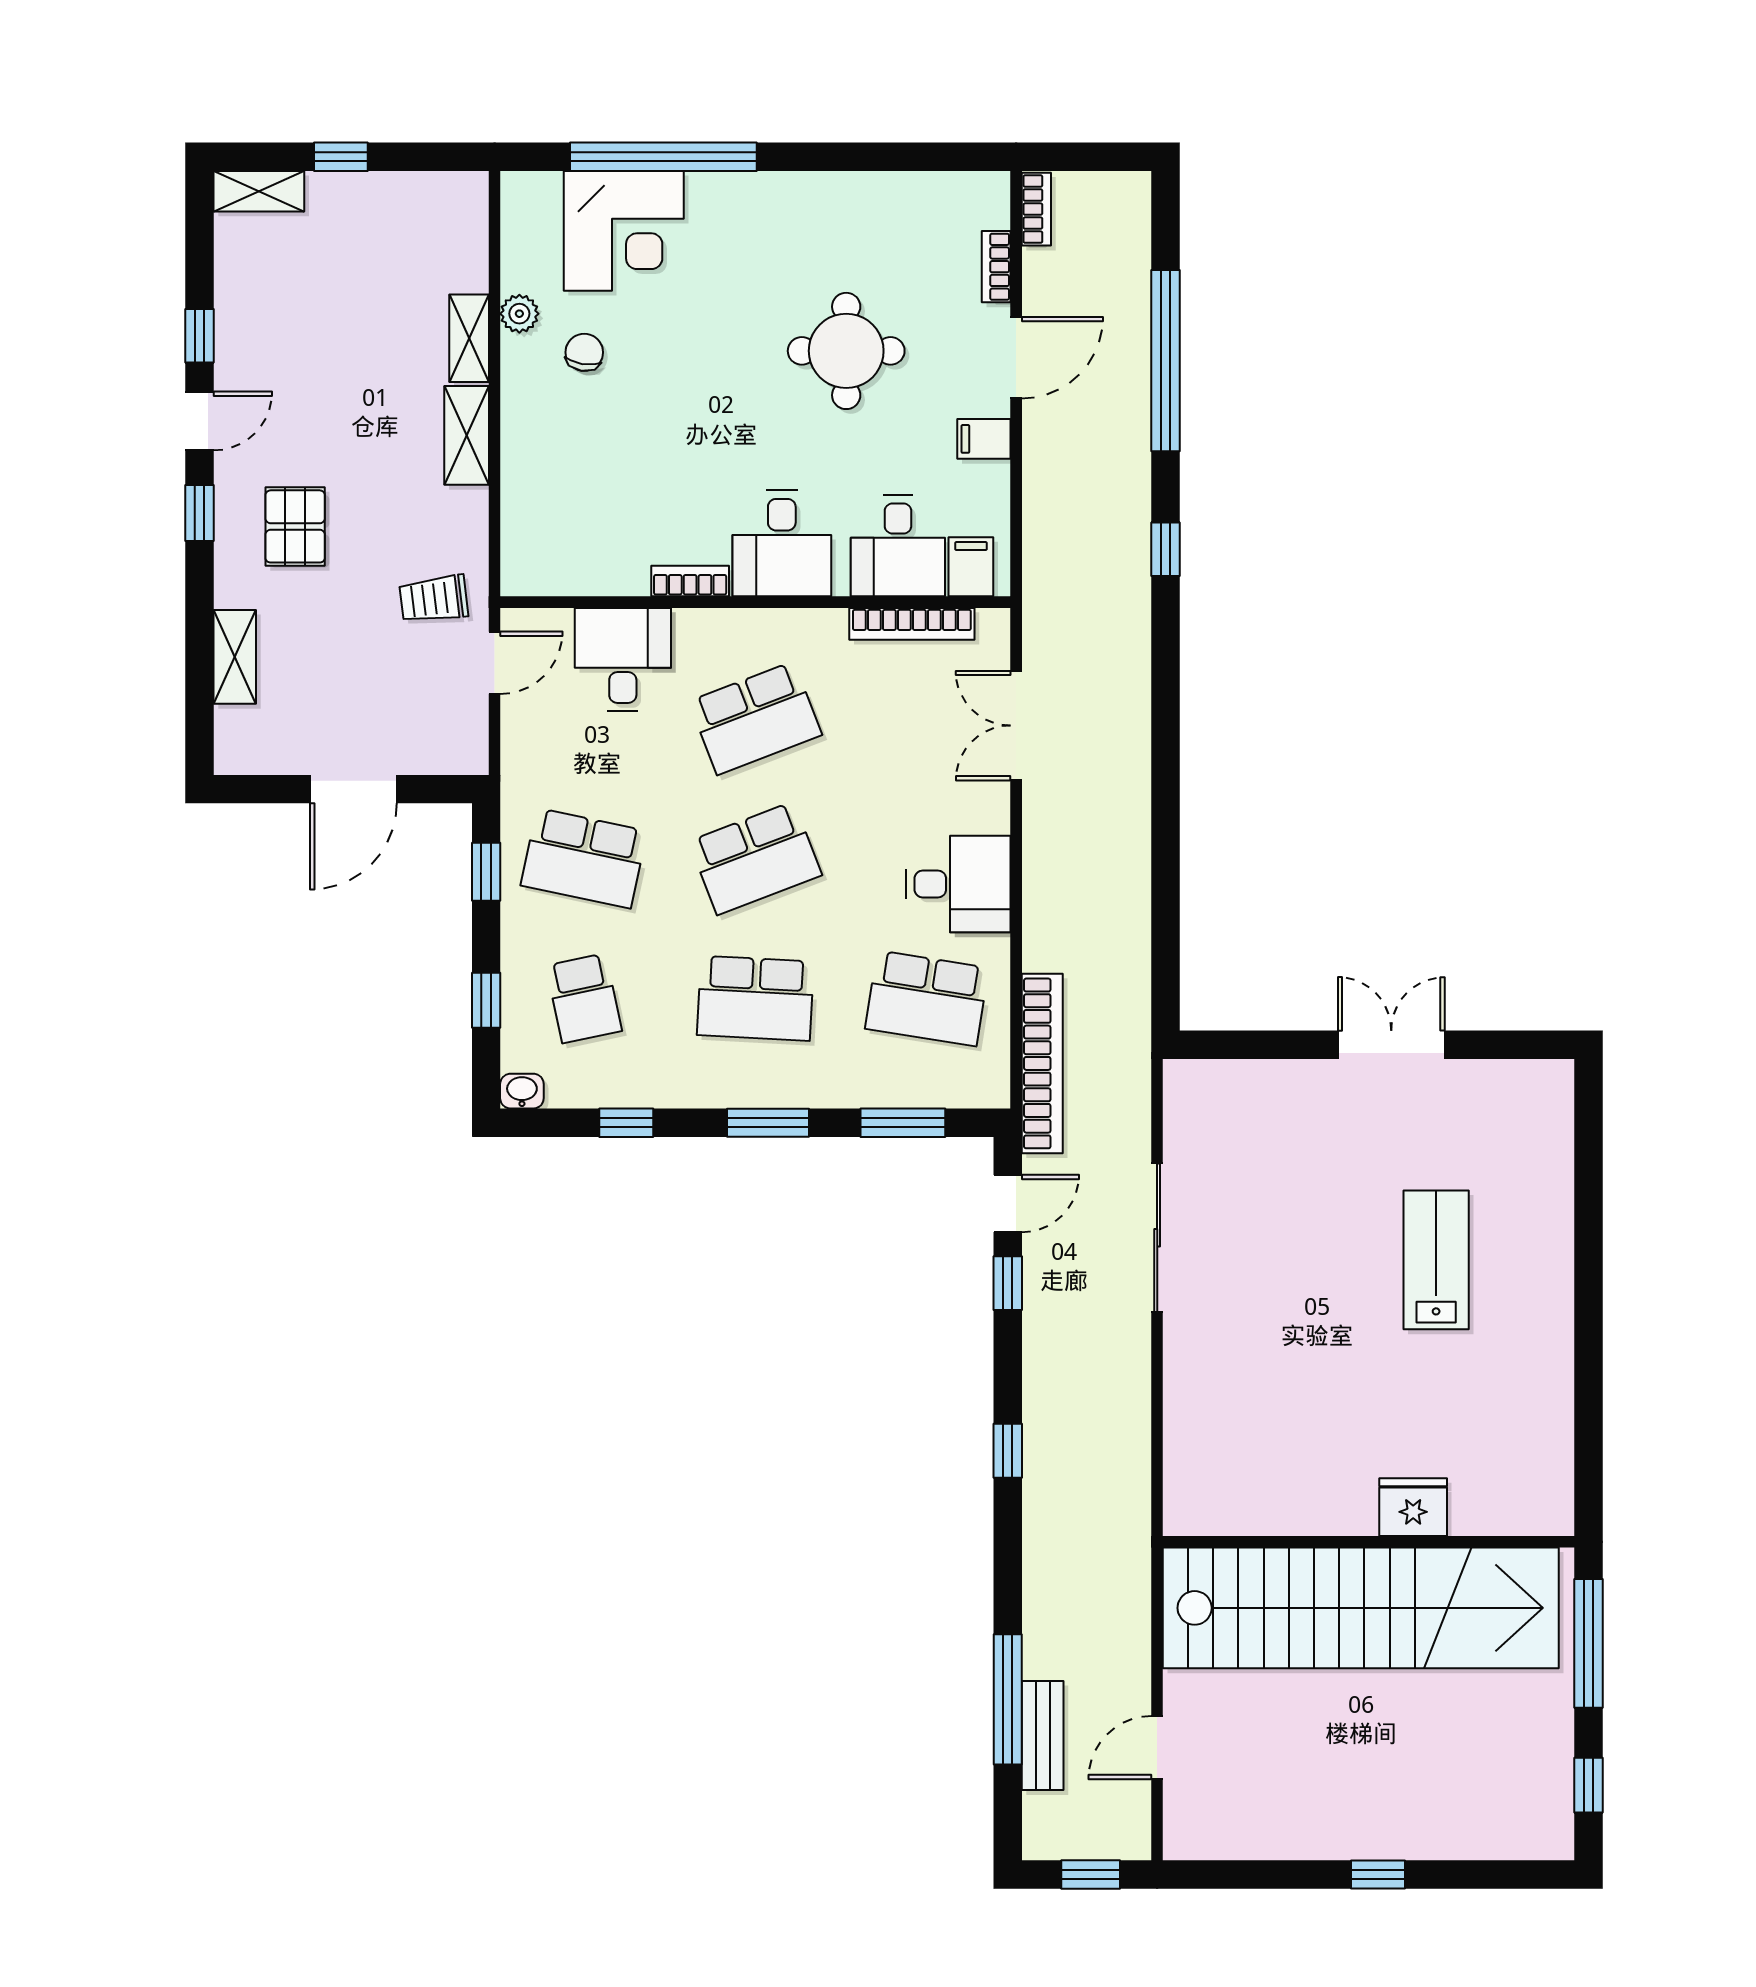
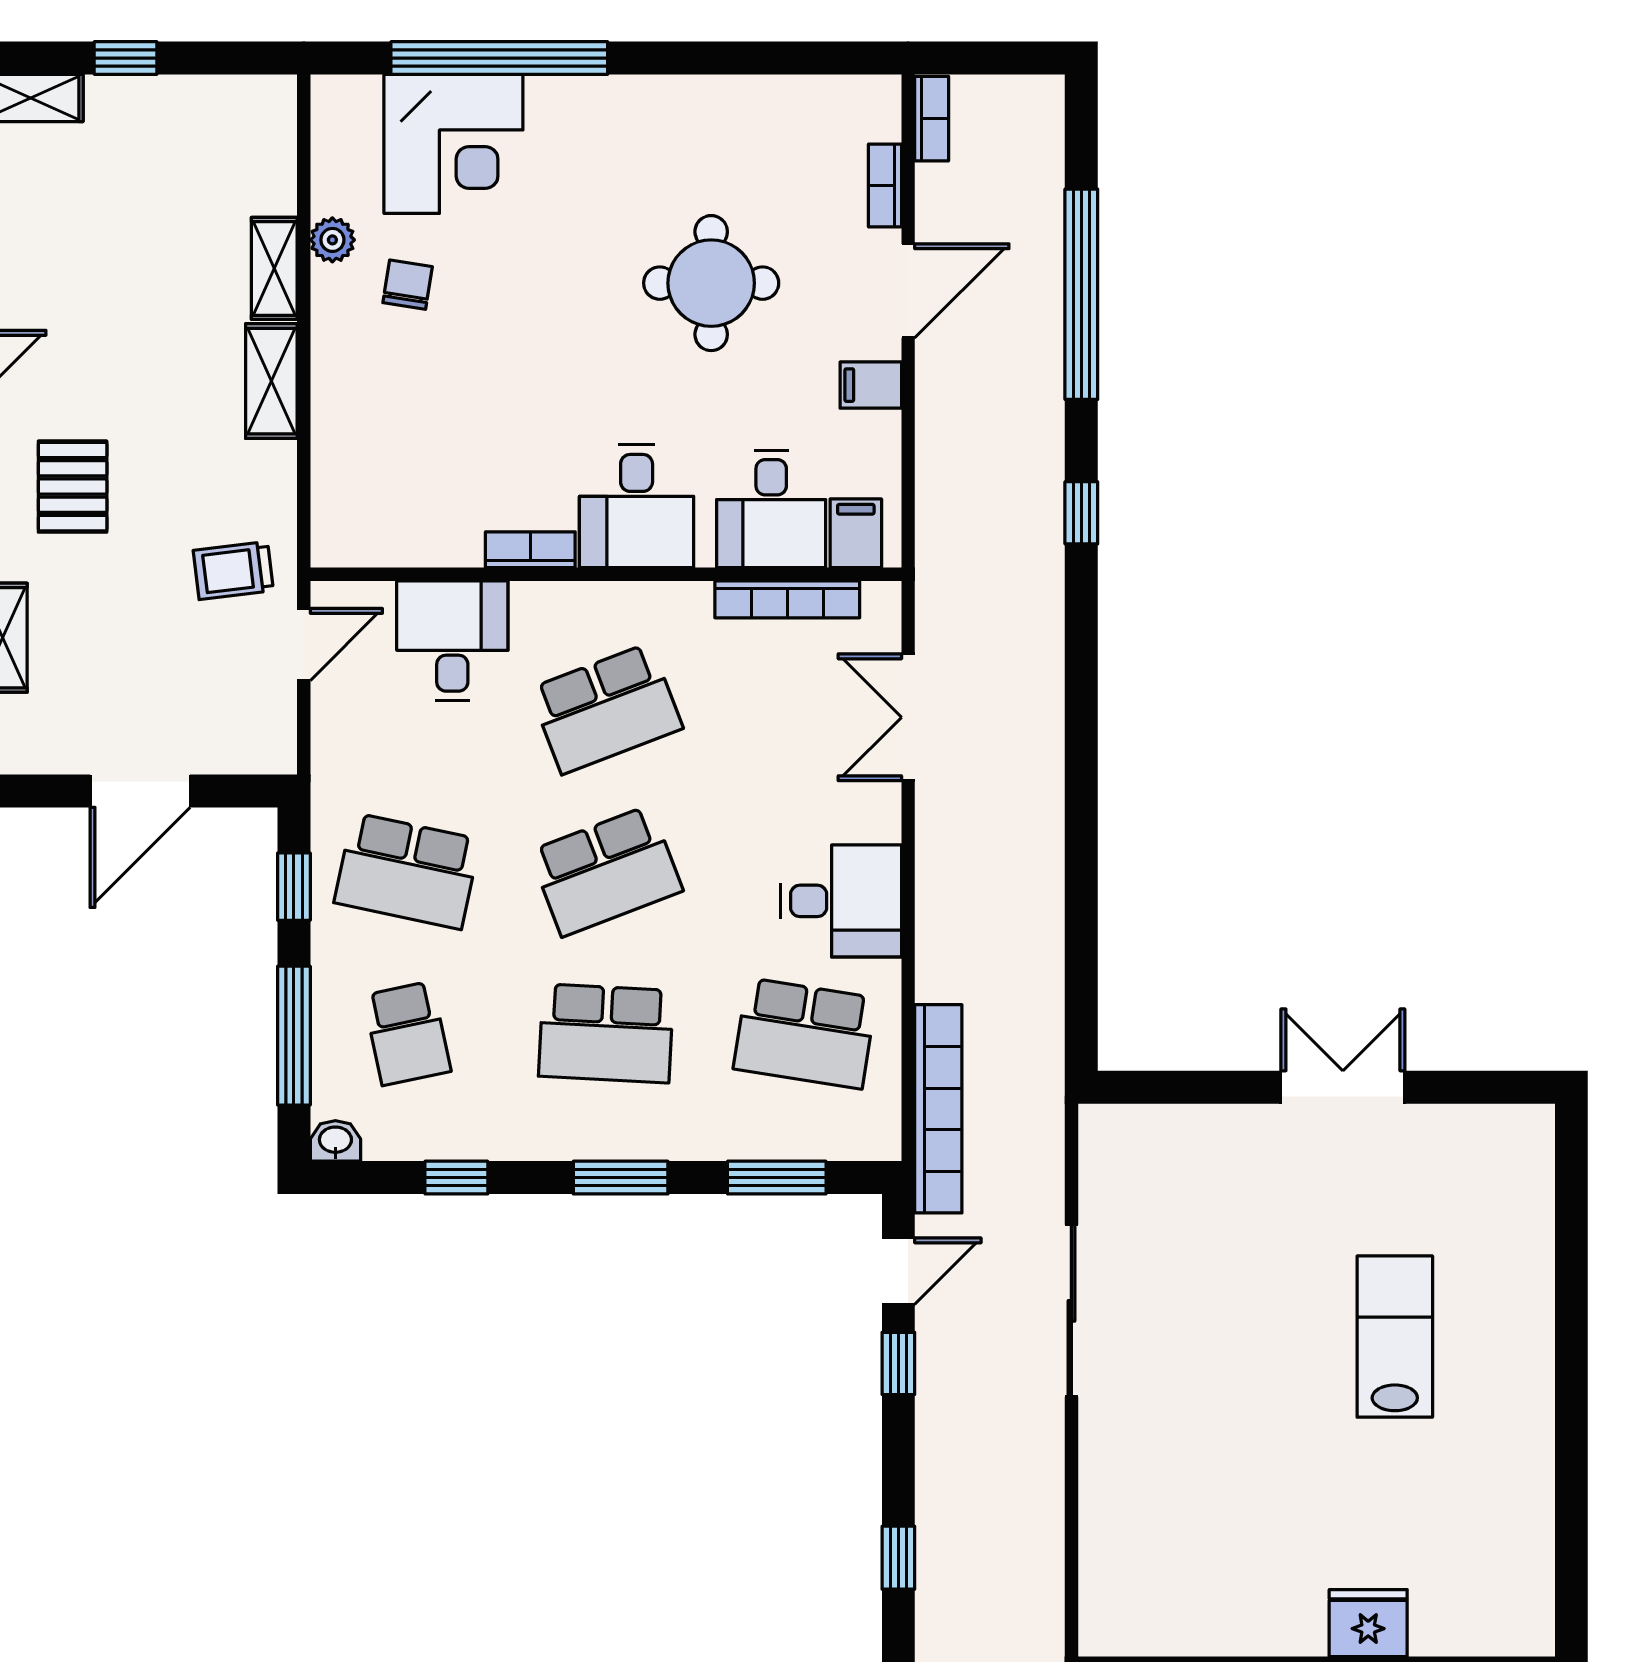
window: (486, 1000) -> (294, 1036), width x2.17

